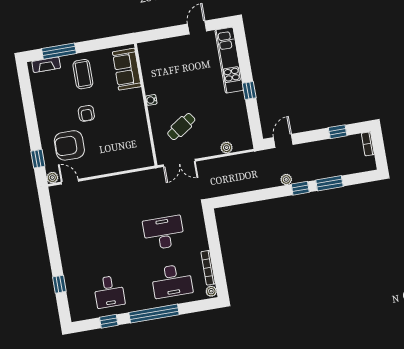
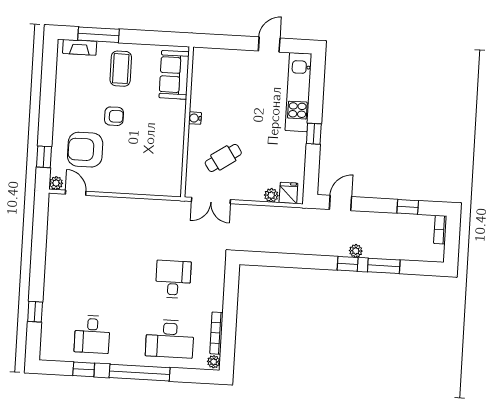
armchair: (86, 113) -> (114, 116), turned -90
fridge: (240, 143) -> (288, 193), added
plant: (286, 179) -> (356, 251), moved
desk: (164, 233) -> (173, 279), width x0.73

